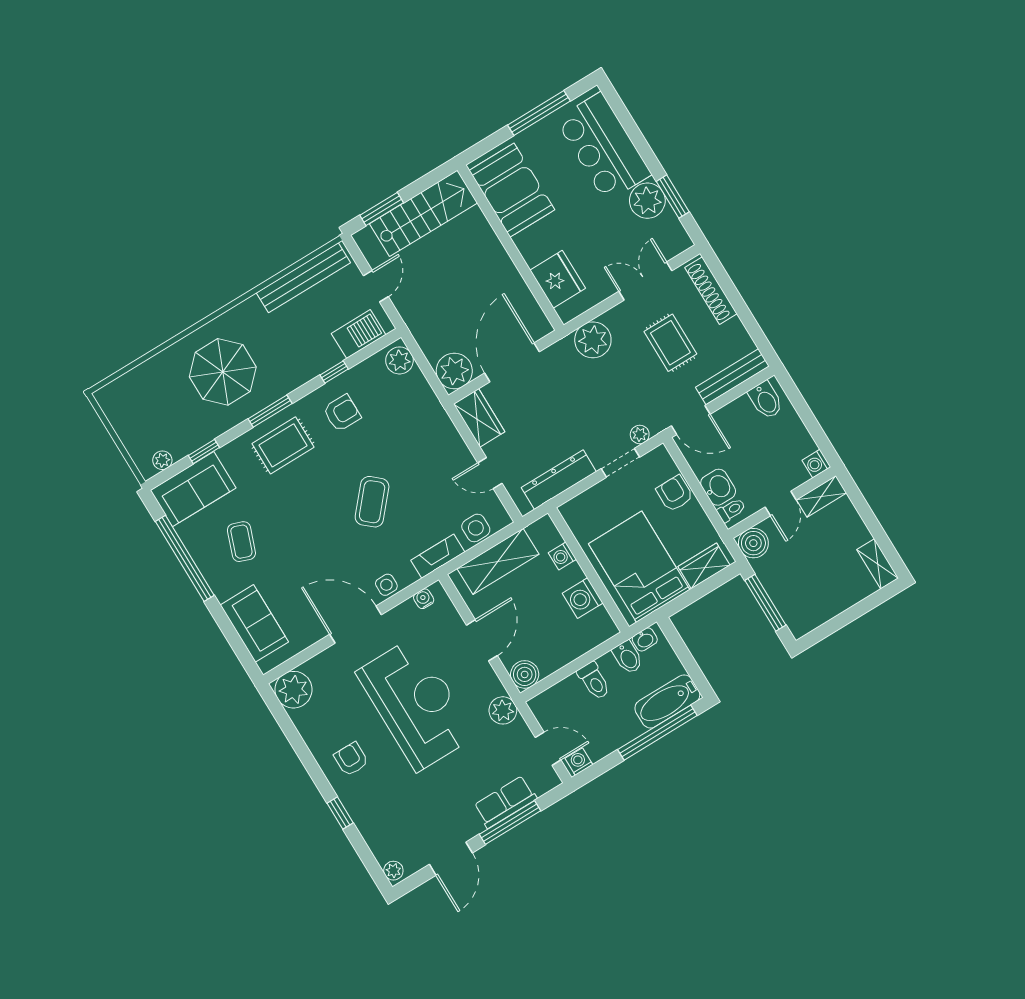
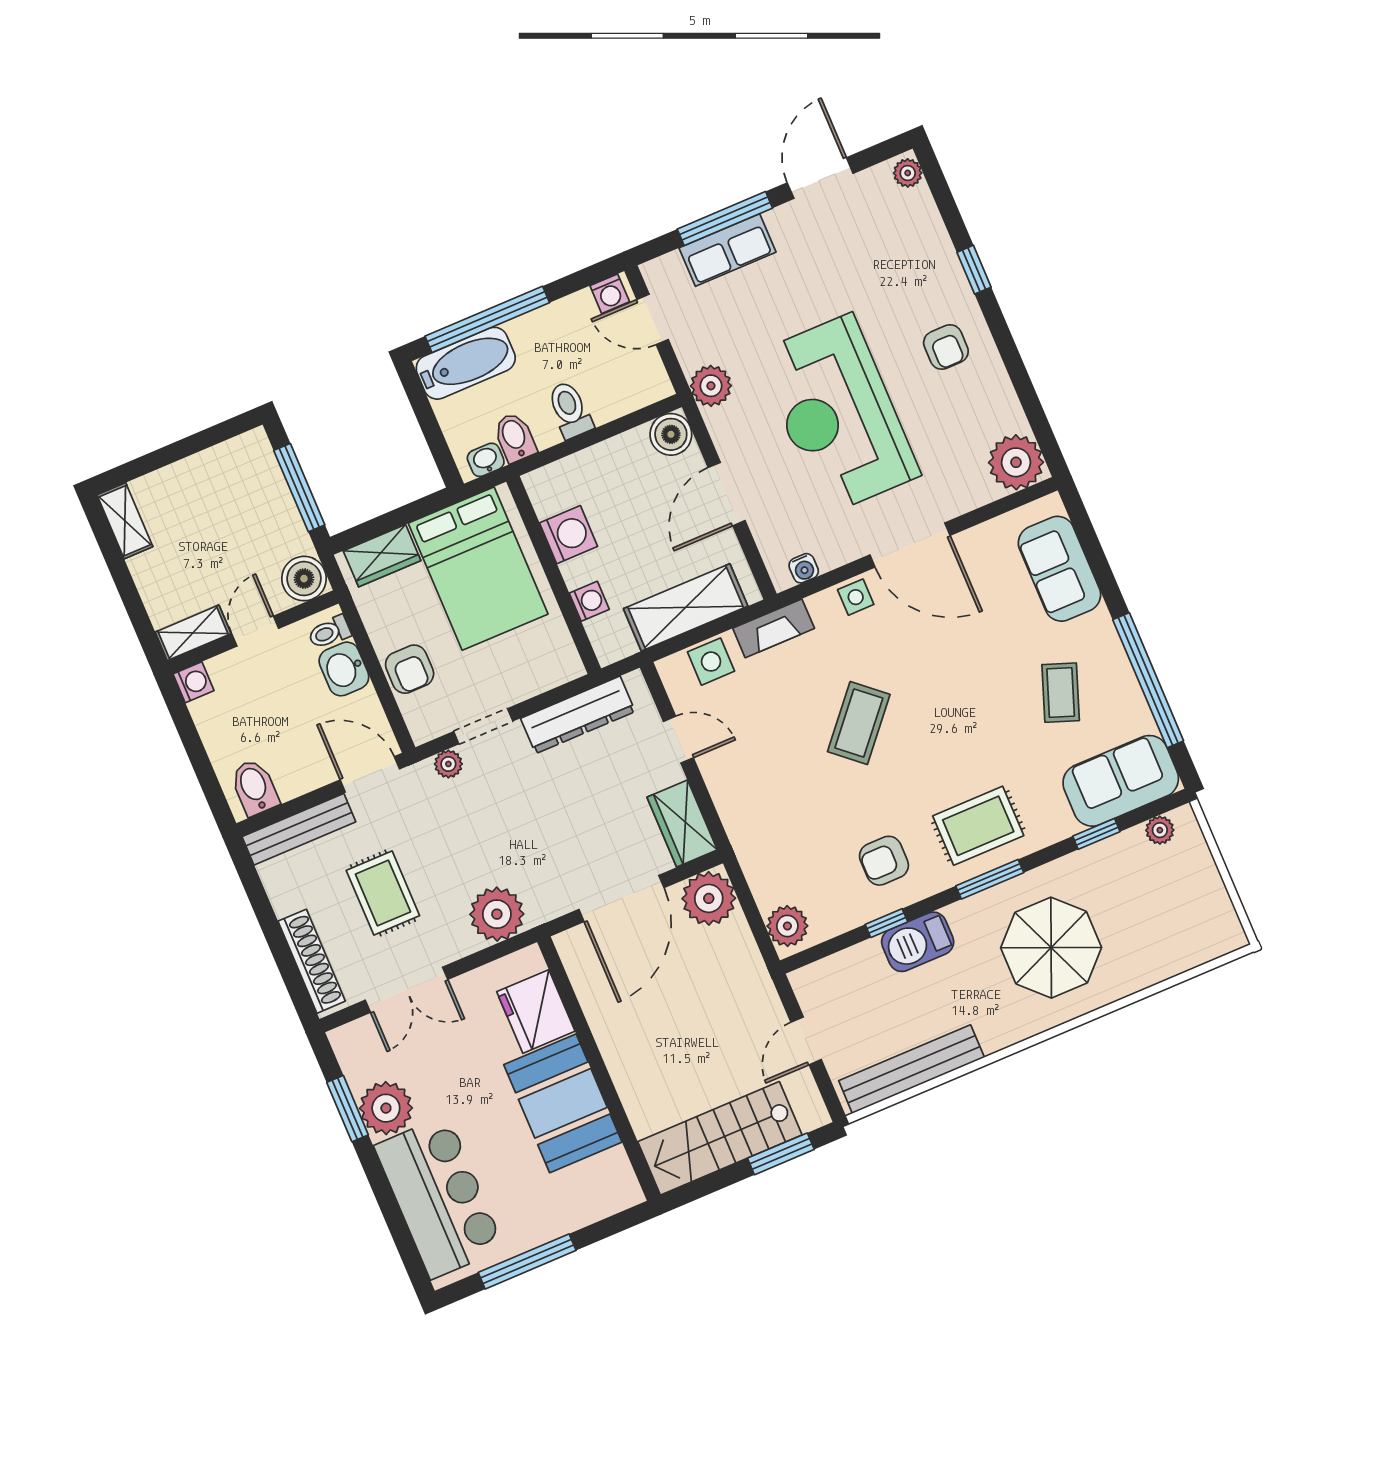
booth: (512, 190) -> (563, 1103), moved
barbecue: (359, 334) -> (918, 942), moved

